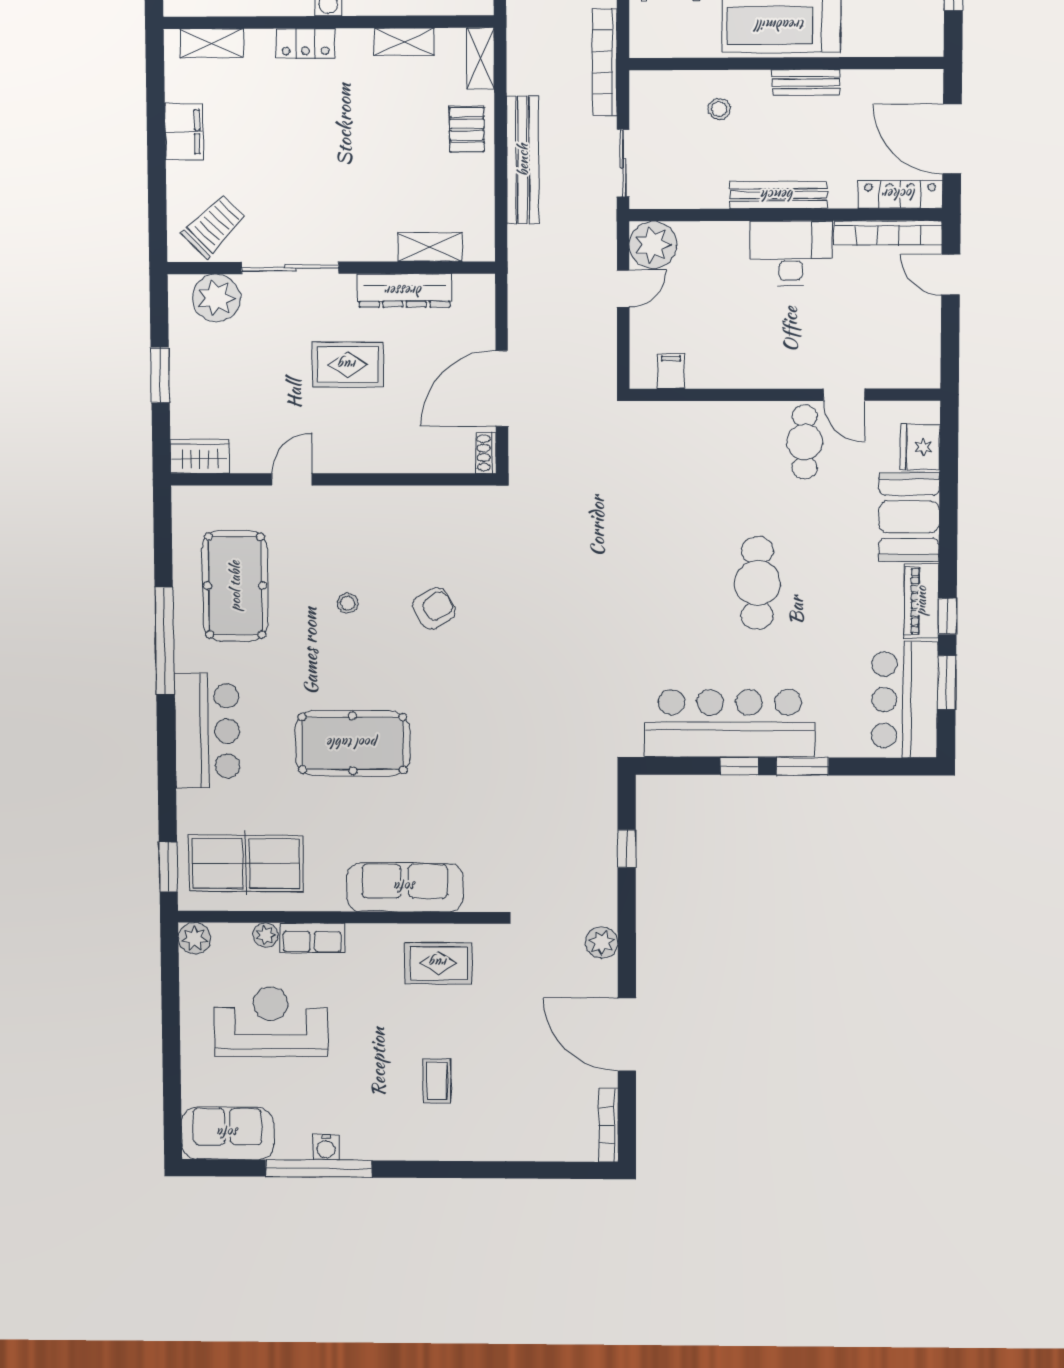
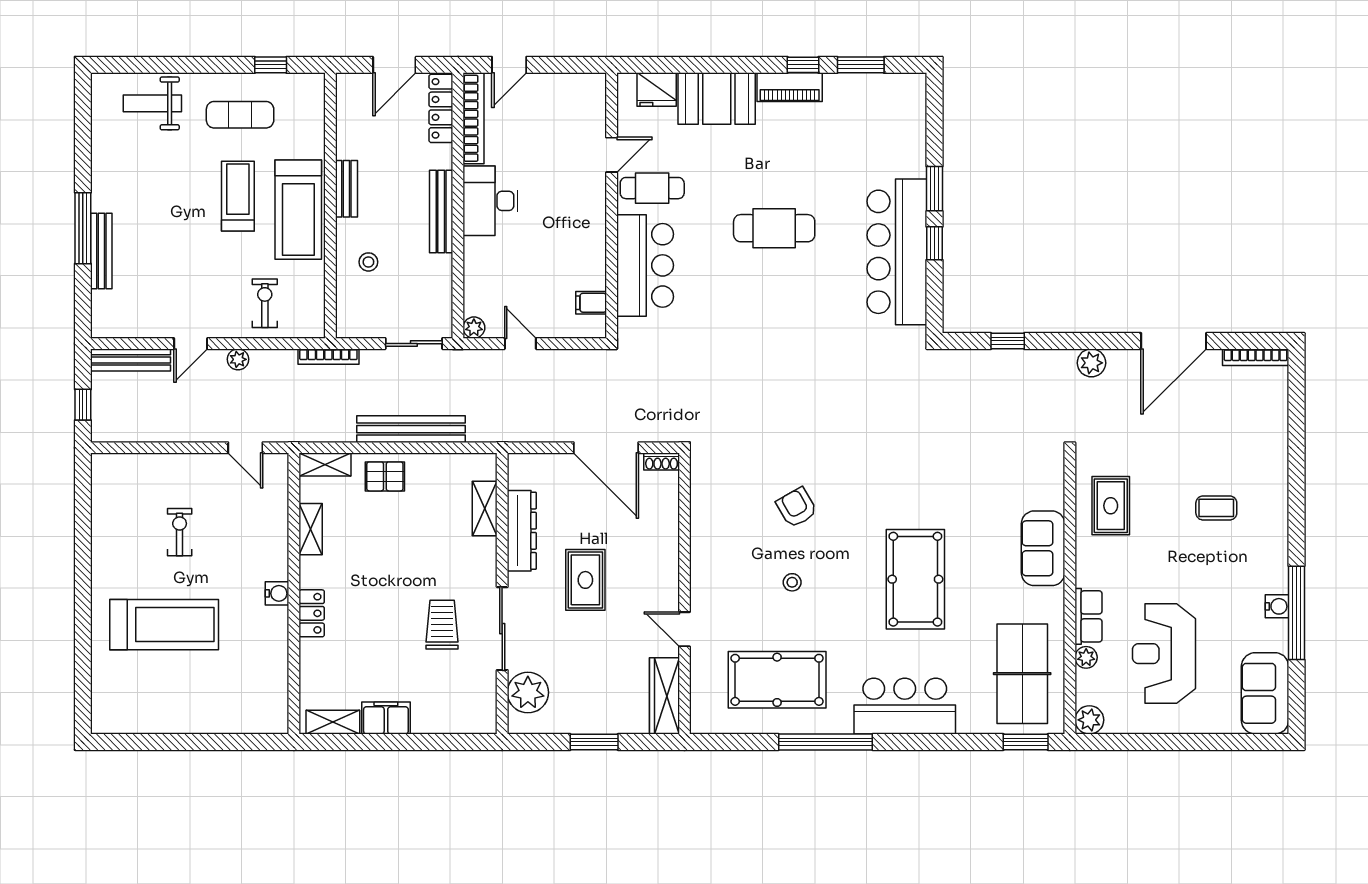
shelving: (212, 43) -> (333, 722), moved, turned 90
bookcase: (605, 62) -> (328, 357), width x0.68, depth x0.76
door: (952, 139) -> (394, 65), width x0.73
trolley: (214, 226) -> (442, 625), moved, turned 45
plant: (653, 245) -> (474, 328), width x0.53, depth x0.53
wardrobe: (200, 456) -> (665, 696), width x1.50
bar counter: (905, 700) -> (645, 265), moved, turned -90
sofa: (405, 887) -> (1043, 548), width x0.73

